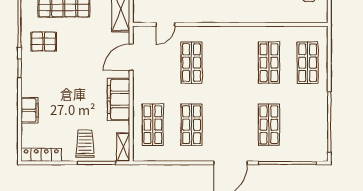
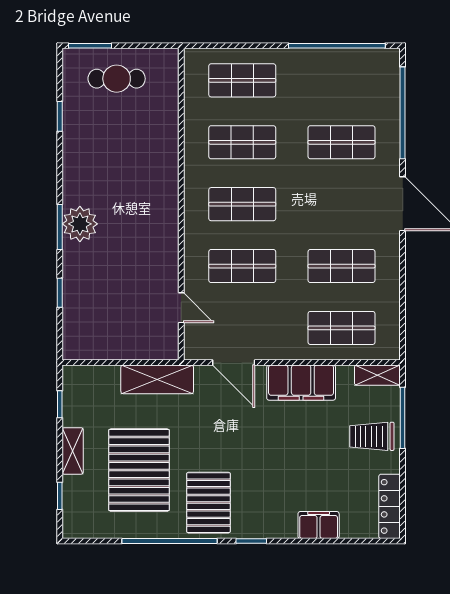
pallet: (44, 42) -> (208, 503), width x1.50, depth x1.42
shop shelf: (230, 63) -> (242, 204), added

